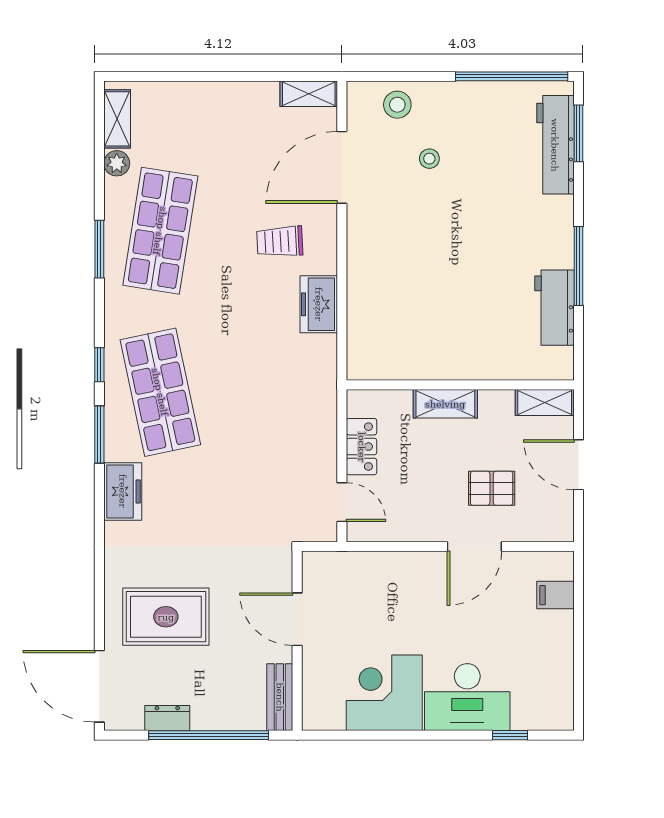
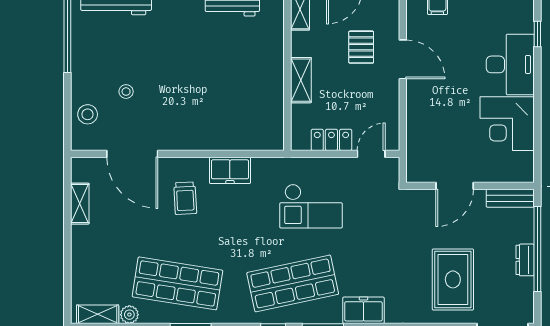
shelving: (309, 94) -> (80, 204), moved
checkout: (269, 418) -> (311, 206), added
dresser: (167, 718) -> (525, 260), moved

